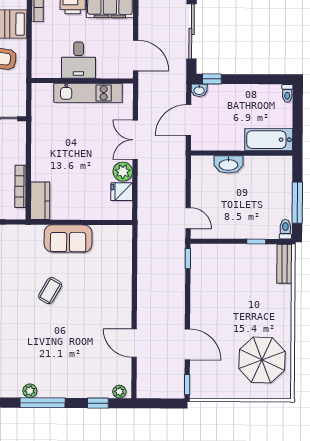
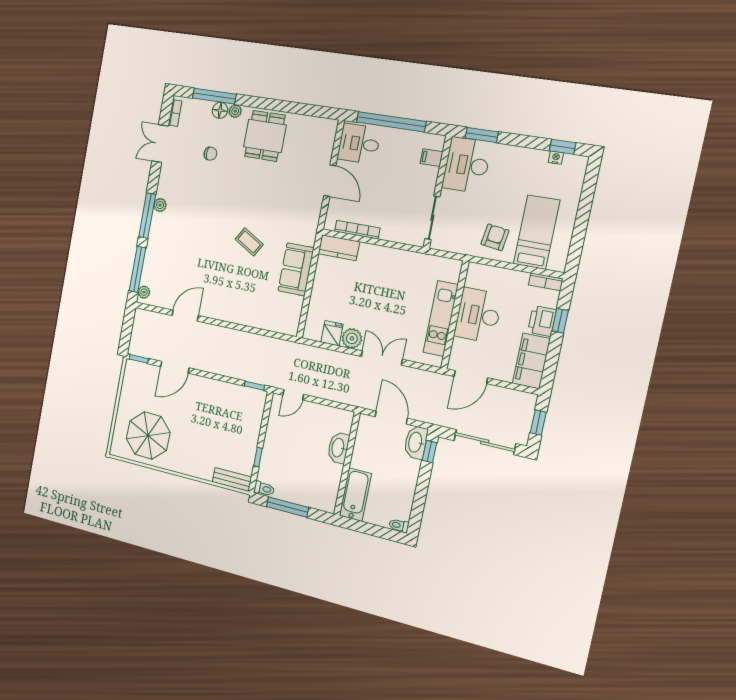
desk: (78, 60) -> (478, 315), width x1.37
washbasin: (199, 90) -> (416, 442), width x1.91, depth x1.45
window: (98, 403) -> (138, 269), width x2.17

